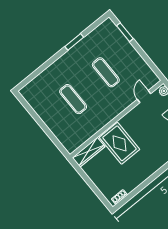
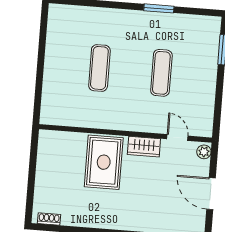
door: (144, 96) -> (177, 137), hinge flipped
wardrobe: (89, 152) -> (144, 147), moved, width x0.67

